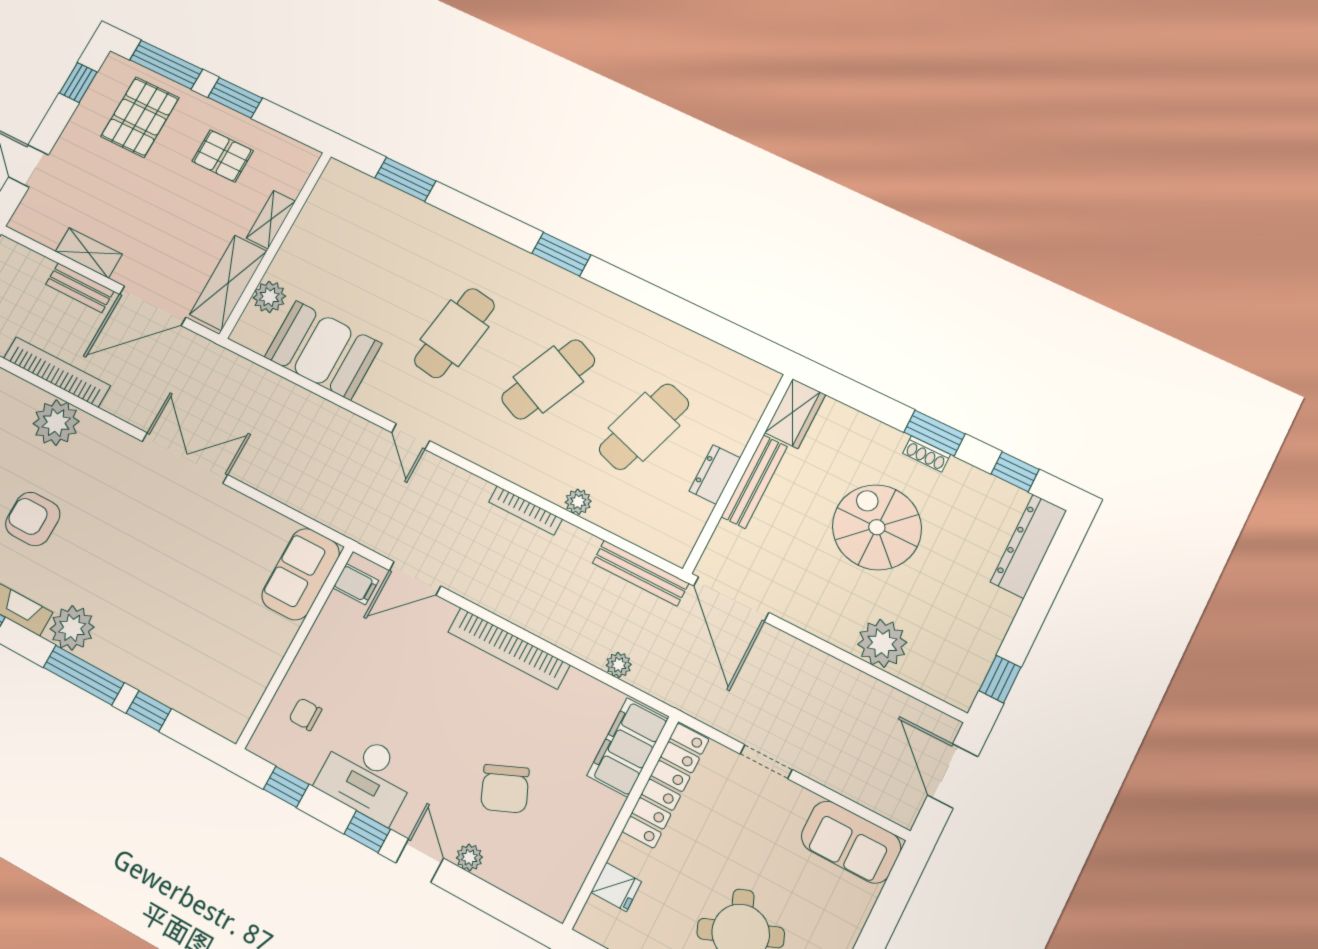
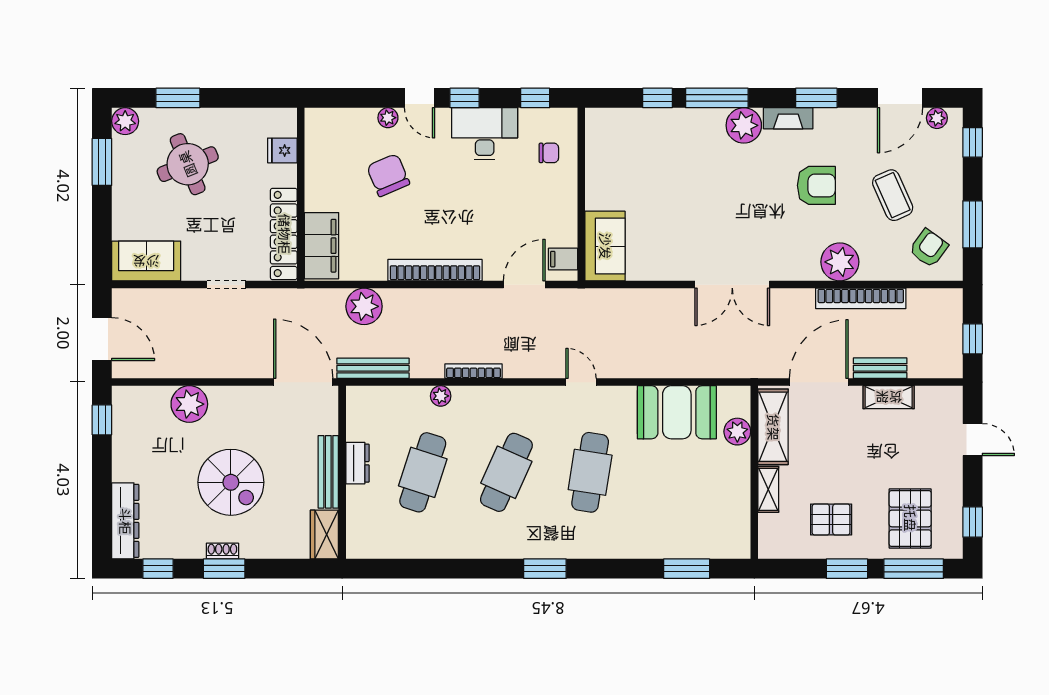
plant: (619, 665) -> (364, 306), width x1.88, depth x1.88

